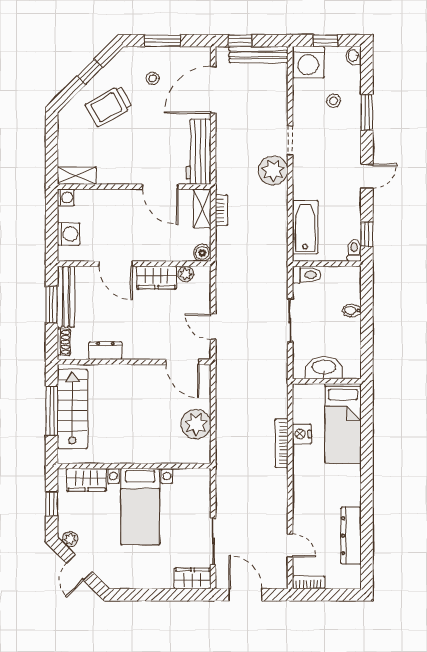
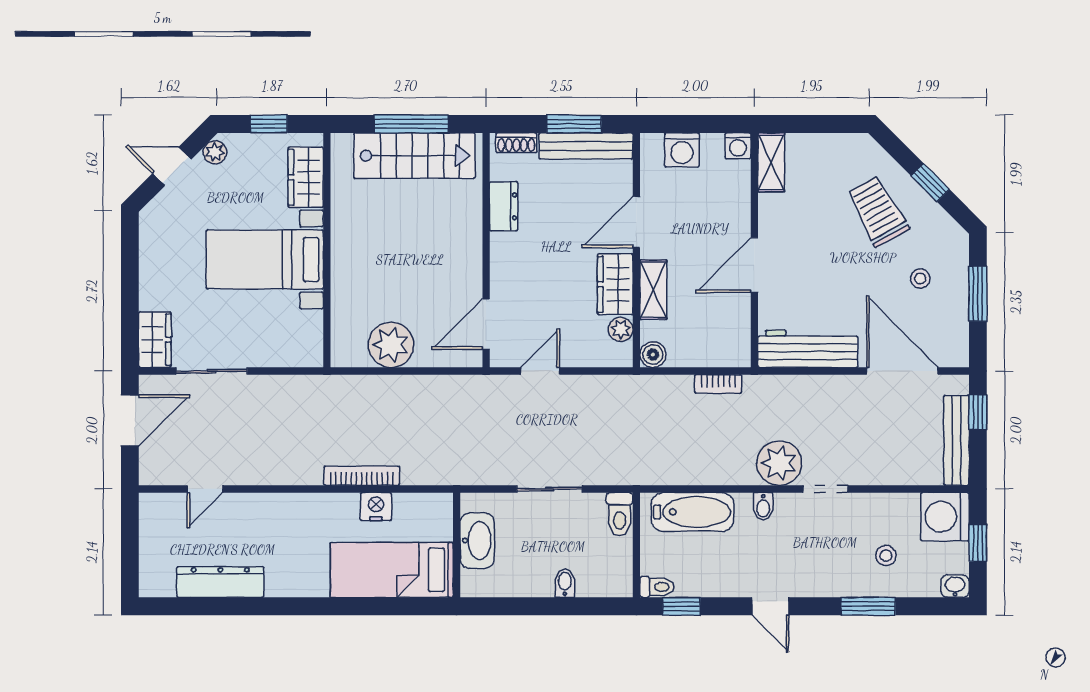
bidet: (302, 181) -> (763, 506), added
door: (160, 187) -> (754, 265), moved
shelving: (202, 208) -> (653, 290), moved, turned 90
bookcase: (309, 583) -> (149, 517), removed

